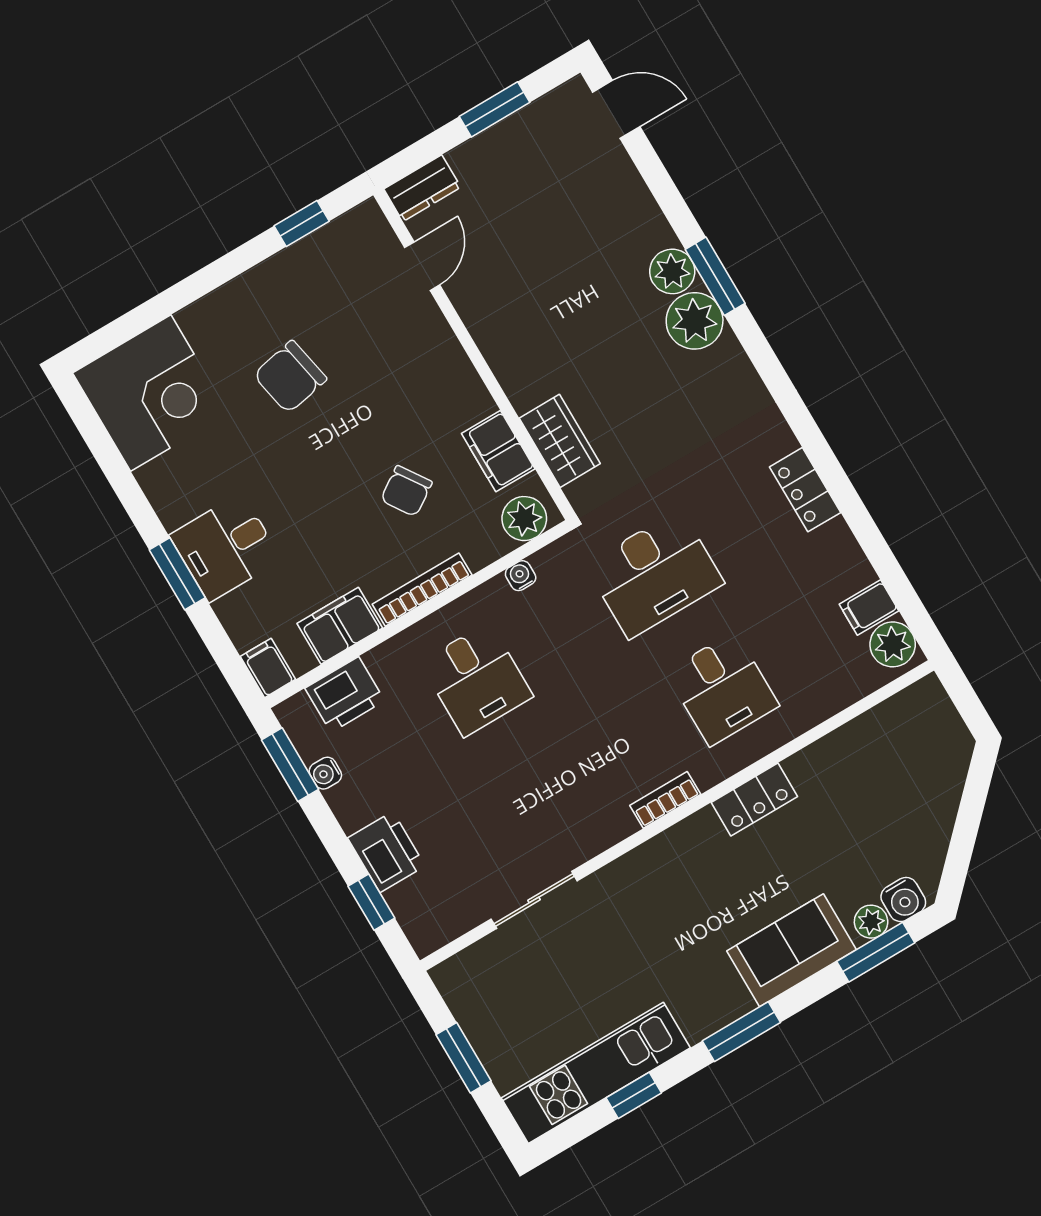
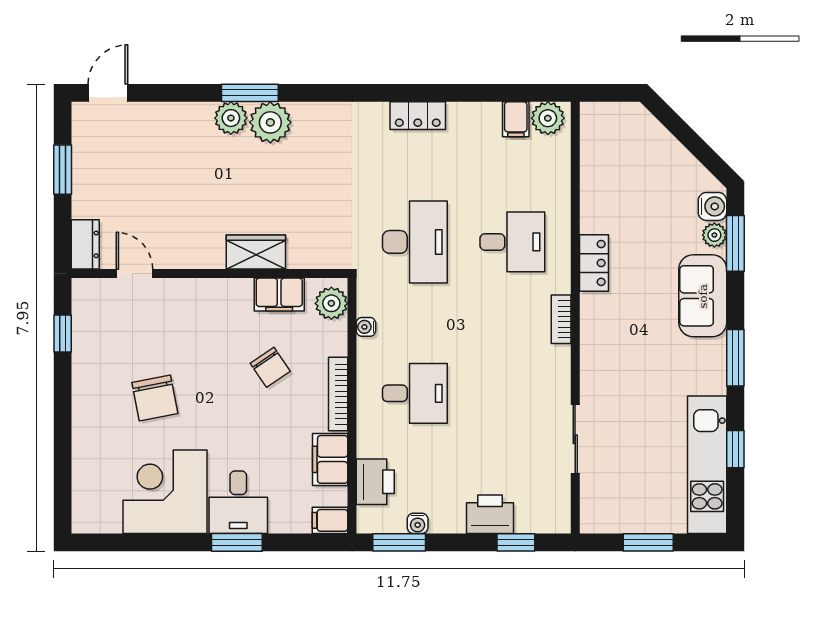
corner desk: (151, 393) -> (165, 492), moved, turned -90
wardrobe: (560, 441) -> (256, 252), moved

